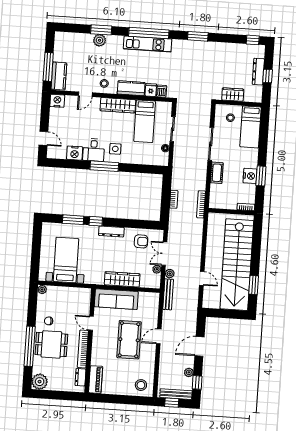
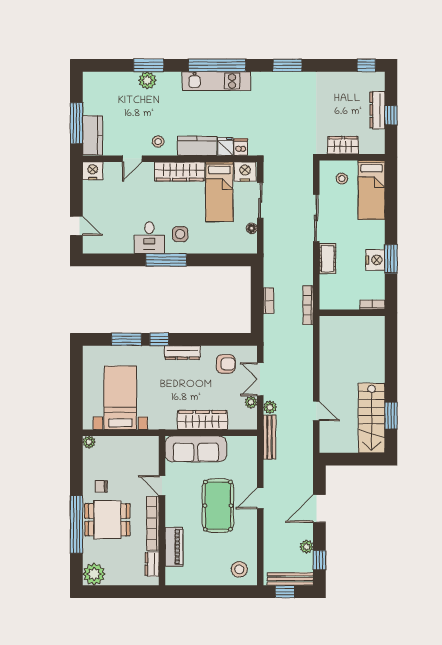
nightstand: (75, 153) -> (245, 172), moved, turned 180
stairs: (237, 265) -> (372, 418), width x0.54, depth x0.66
piano: (96, 380) -> (174, 547), moved

